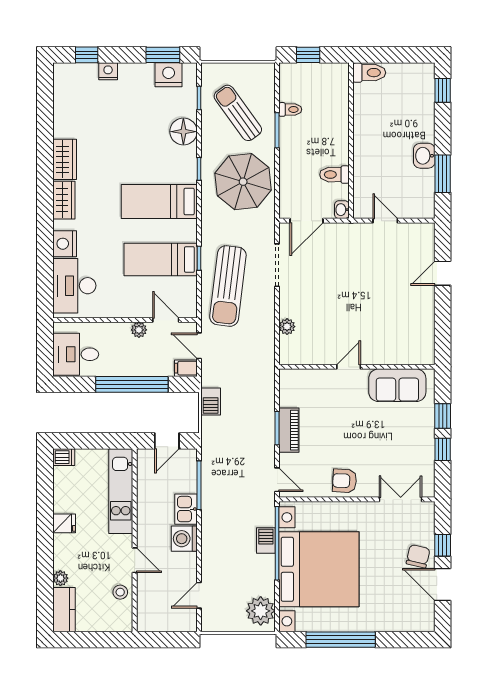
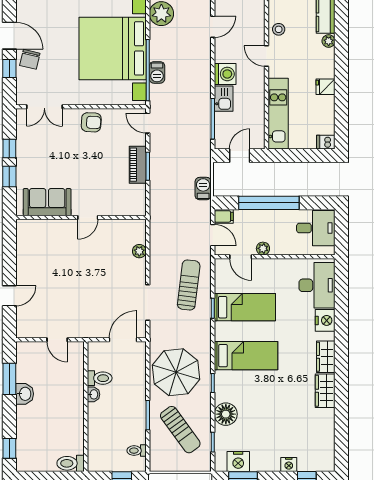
toilet: (290, 109) -> (137, 451), moved
washbasin: (342, 210) -> (93, 394), moved
sun lounger: (228, 286) -> (189, 285), width x0.73, depth x0.75

